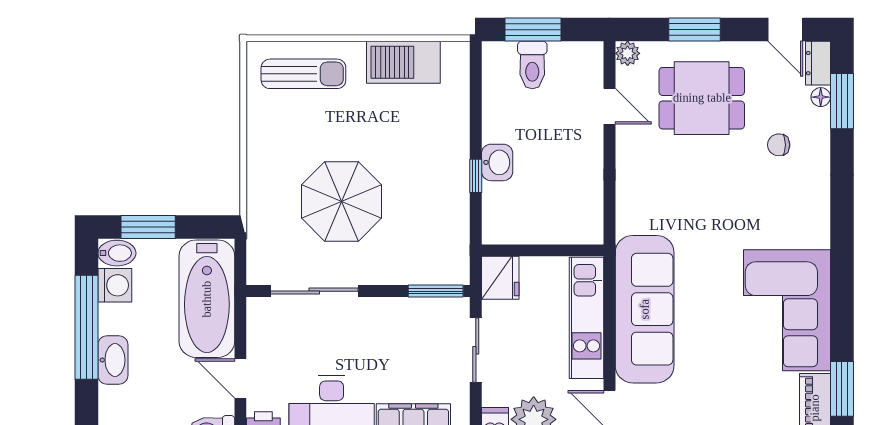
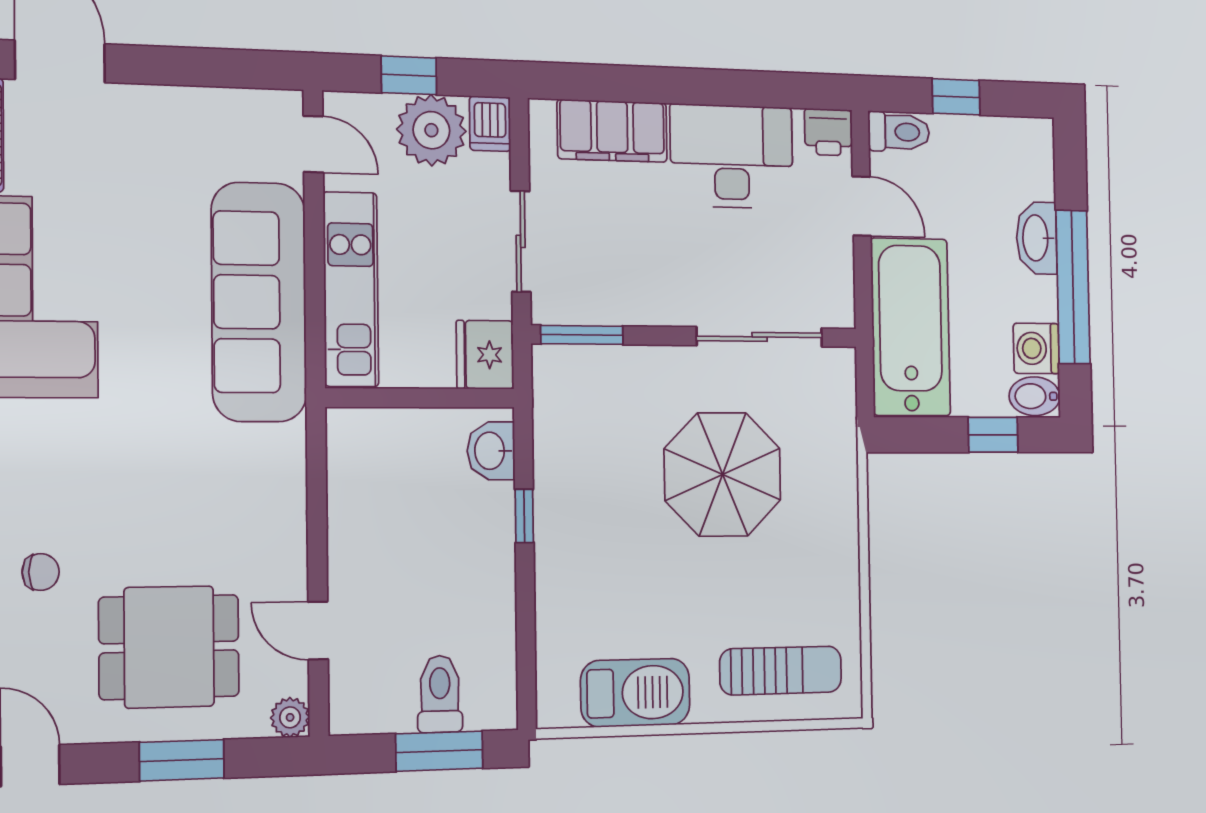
sun lounger: (303, 74) -> (781, 671), turned 180
washbasin: (497, 162) -> (491, 451), moved
window: (148, 227) -> (993, 435), width x0.67

